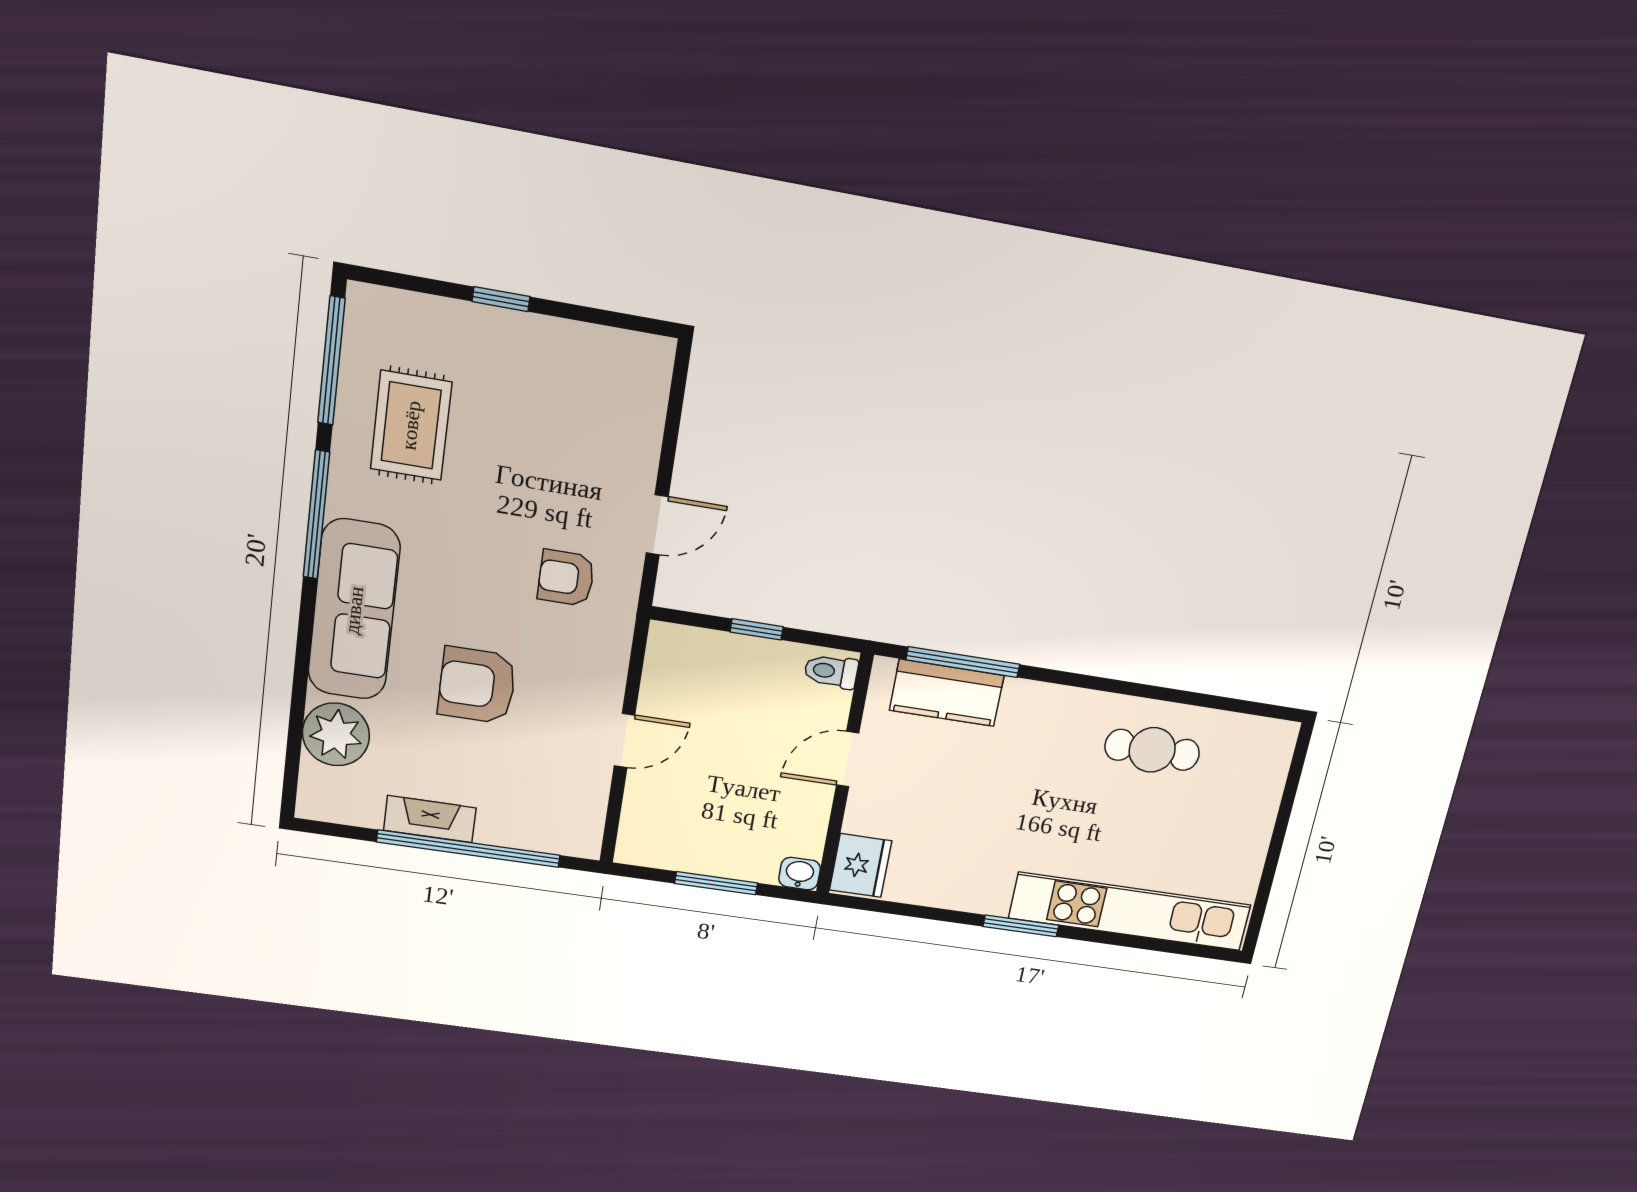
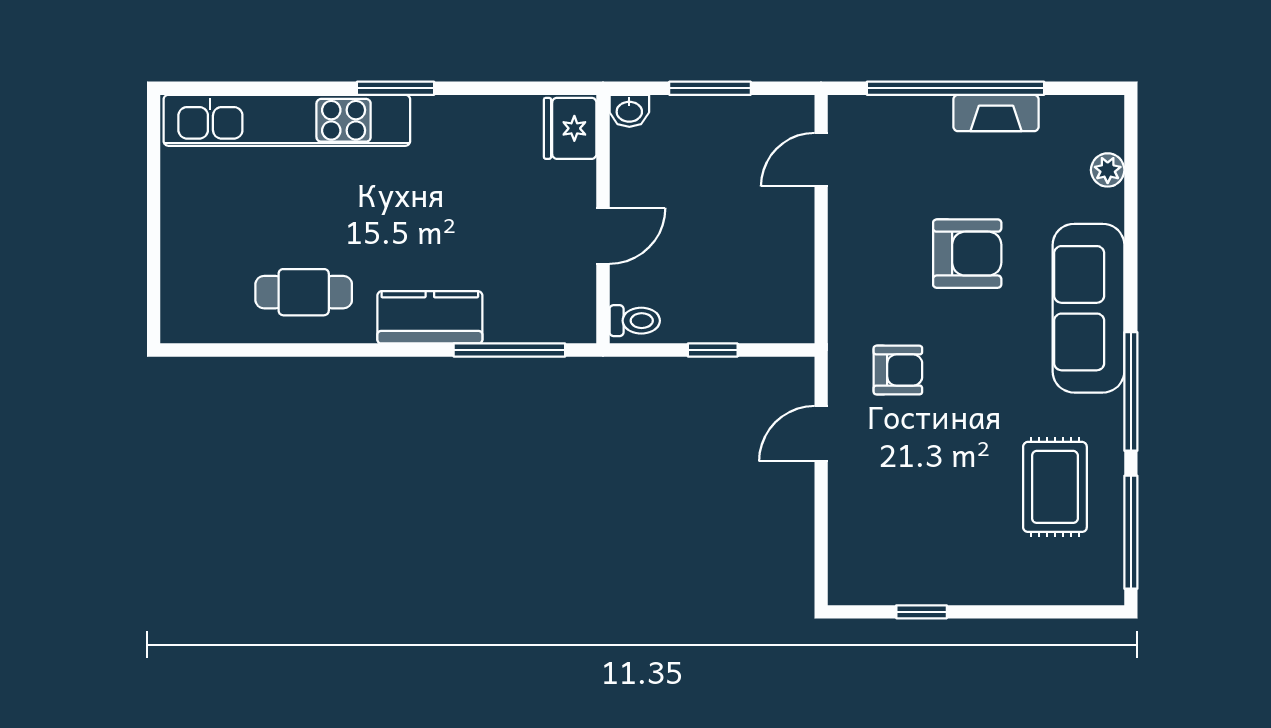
window: (501, 299) -> (922, 612), moved
kitchen counter: (947, 693) -> (430, 317), moved
plant: (336, 734) -> (1108, 170), width x0.53, depth x0.53
door: (625, 740) -> (821, 160), moved

